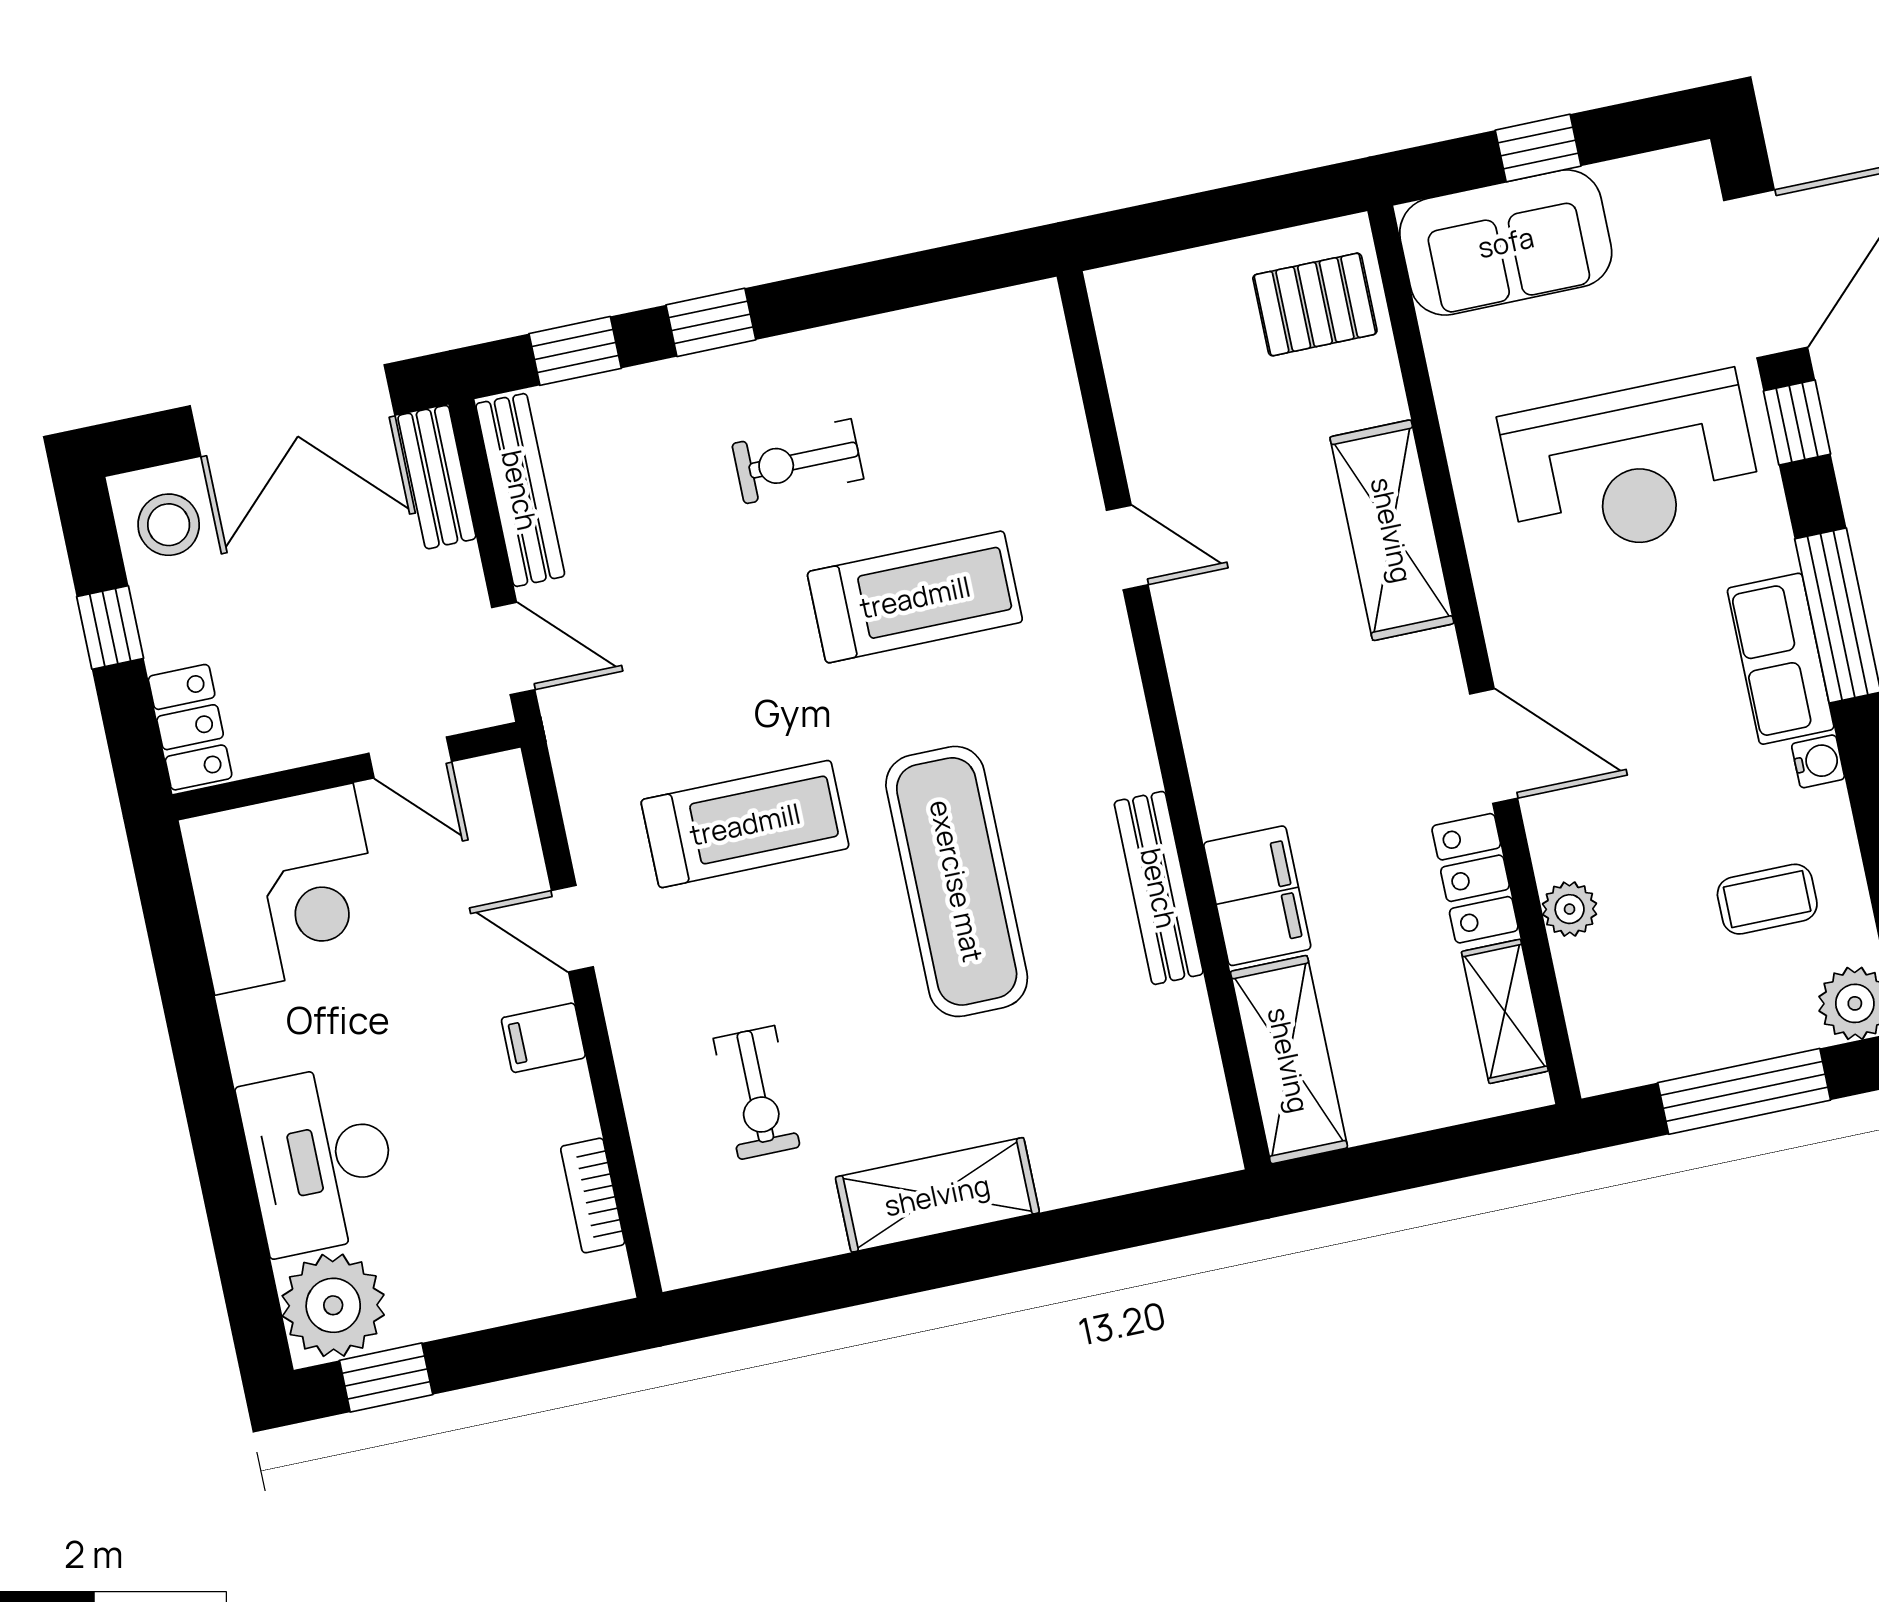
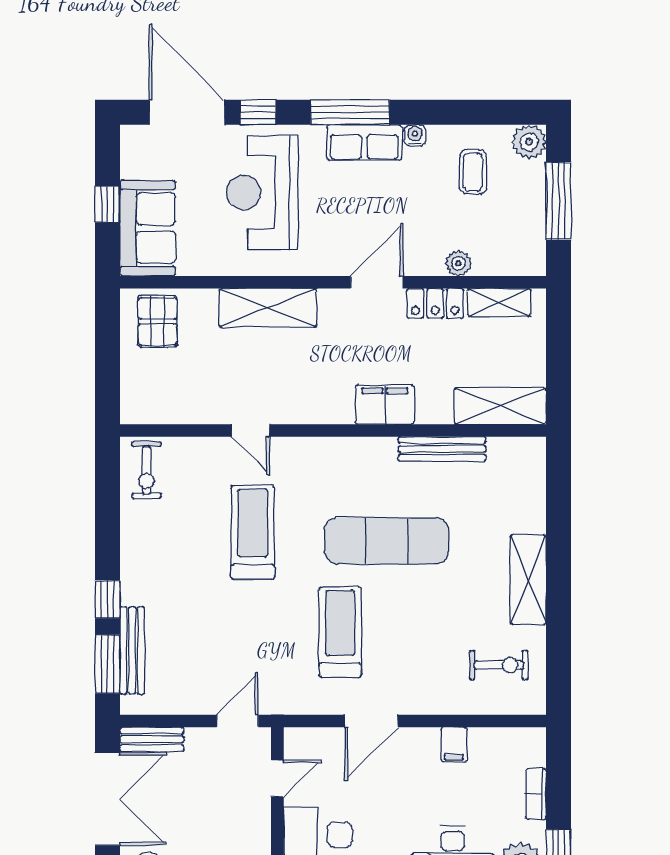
window: (575, 351) -> (107, 664), width x1.50
exercise bike: (798, 461) -> (147, 470), moved
reception desk: (1631, 467) -> (262, 192), turned 180
bench: (520, 490) -> (132, 650), moved, turned 90
door: (1127, 548) -> (251, 431), swing flipped
bench: (1159, 888) -> (442, 449), moved
filing cabinet: (1257, 896) -> (385, 405), moved
door: (572, 929) -> (371, 721), width x1.38
filing cabinet: (543, 1038) -> (454, 745), moved
exercise bike: (757, 1093) -> (499, 665), moved
bookcase: (593, 1195) -> (536, 794), moved, turned 90

